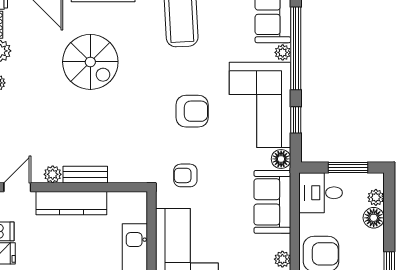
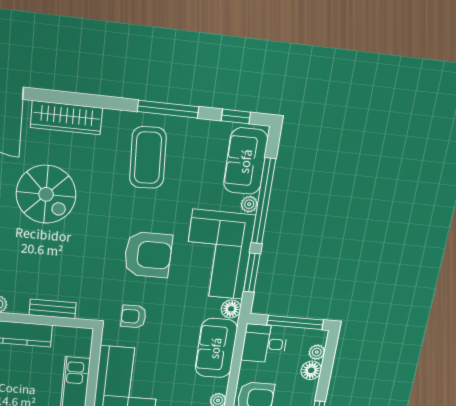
armchair: (192, 111) -> (148, 255), width x1.36, depth x1.36
window: (296, 120) -> (252, 273), width x1.50
window: (348, 167) -> (295, 322), width x1.44
bench: (85, 175) -> (53, 309), moved

